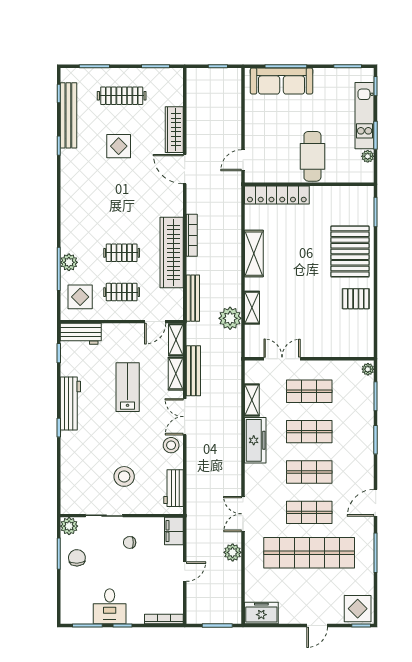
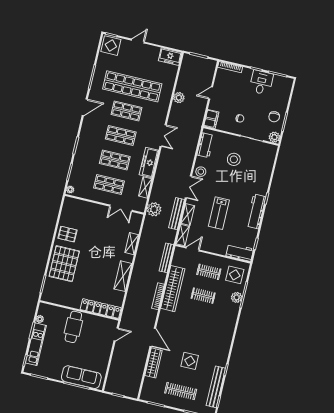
plant: (230, 318) -> (154, 209), moved
double door: (243, 514) -> (163, 136), moved

